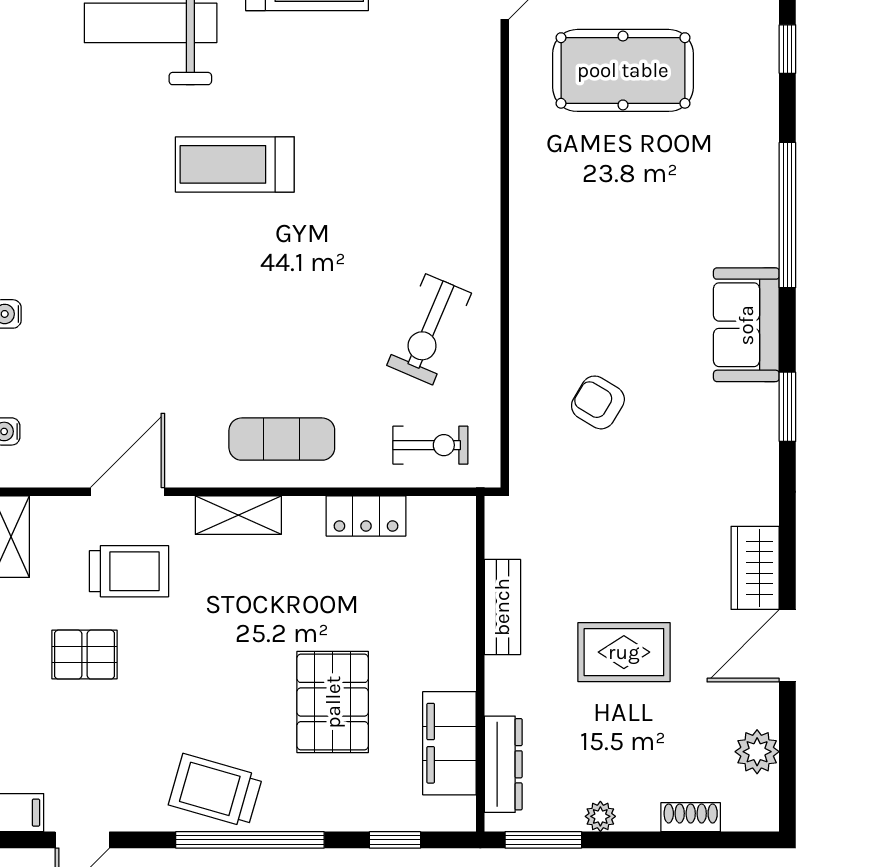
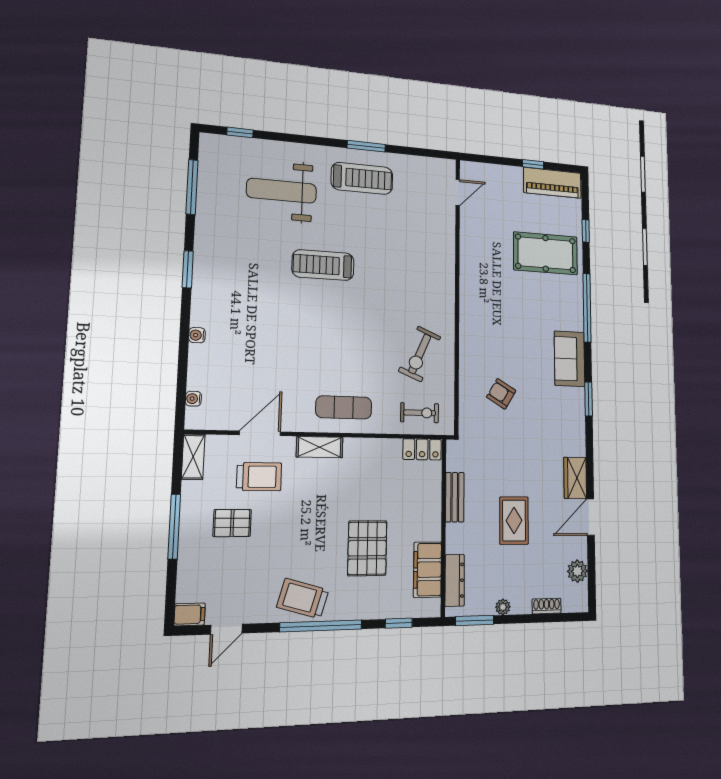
pool table: (623, 70) -> (546, 253), moved
locker: (366, 516) -> (422, 449), moved
rug: (624, 652) -> (514, 521), turned 90

